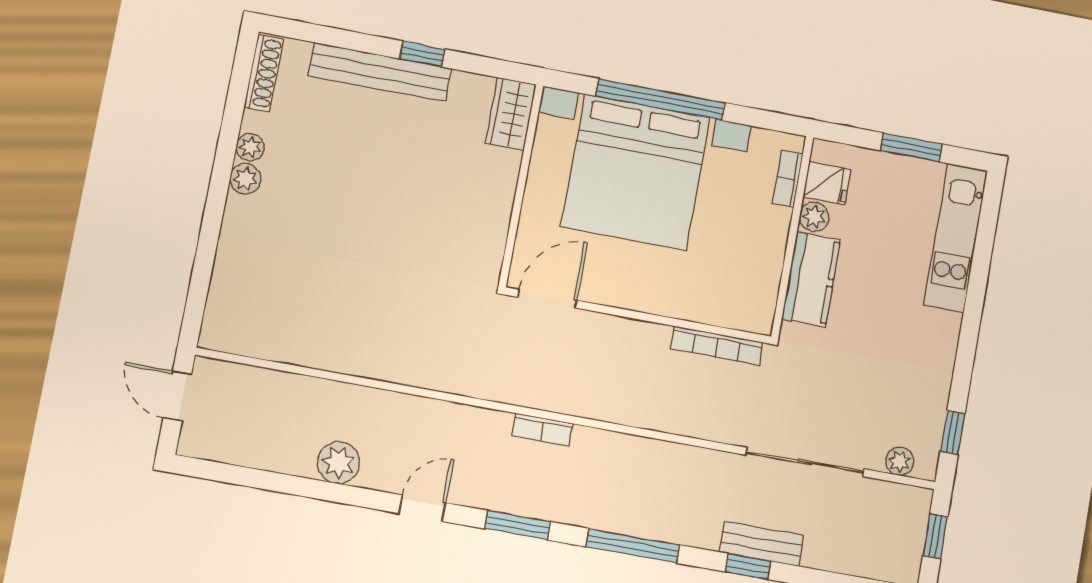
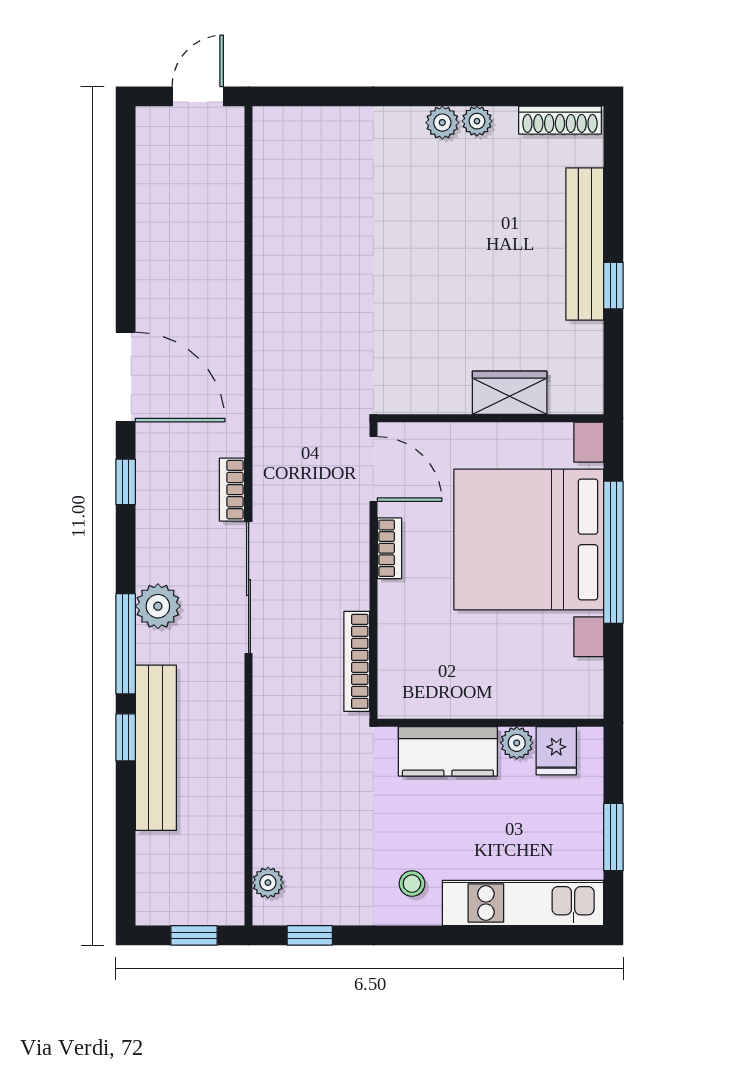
wardrobe: (511, 114) -> (510, 393), moved
bookcase: (788, 178) -> (389, 548), moved, turned 90
stool: (922, 333) -> (412, 884), added
sliding door: (805, 462) -> (249, 588), moved
plant: (338, 463) -> (158, 606), moved
door: (422, 508) -> (126, 377), width x1.87
window: (518, 525) -> (126, 482), width x0.67
bench: (762, 544) -> (156, 748), width x1.86, depth x1.21
window: (633, 546) -> (126, 644), moved

